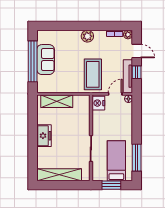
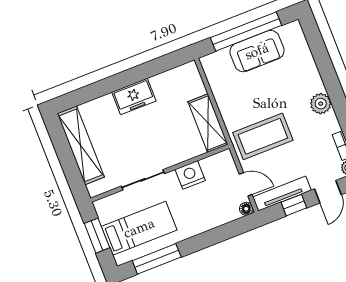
shelving: (57, 101) -> (208, 123), moved
nightstand: (98, 103) -> (190, 175), moved

